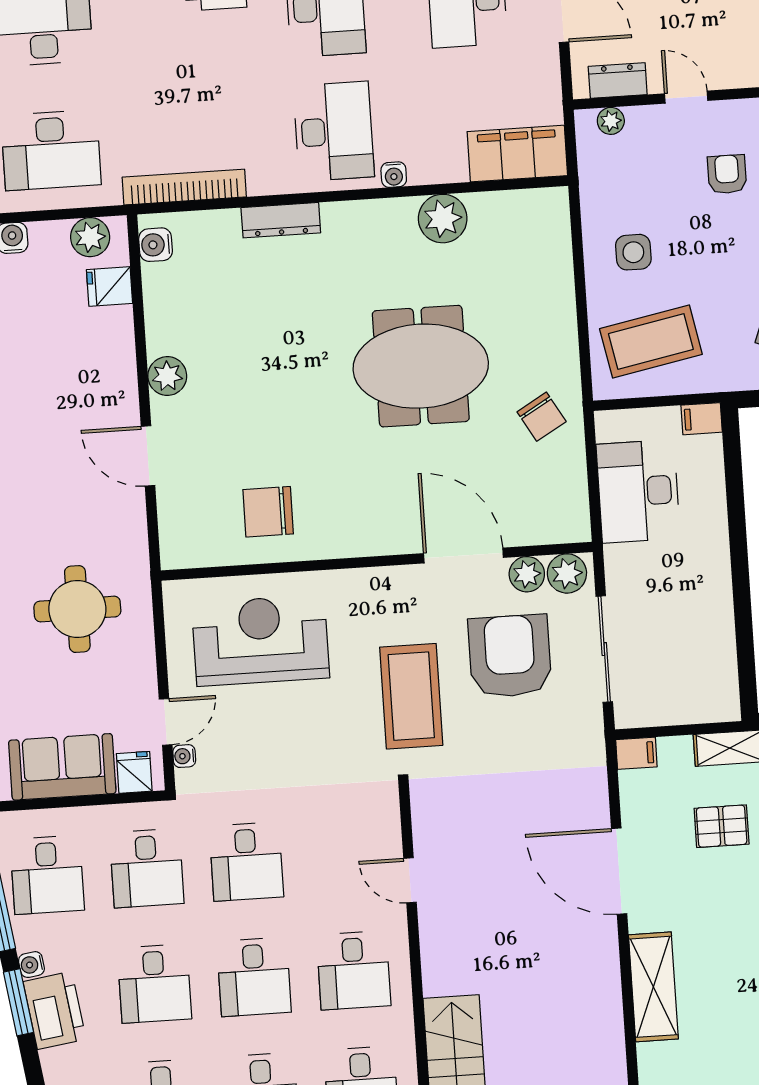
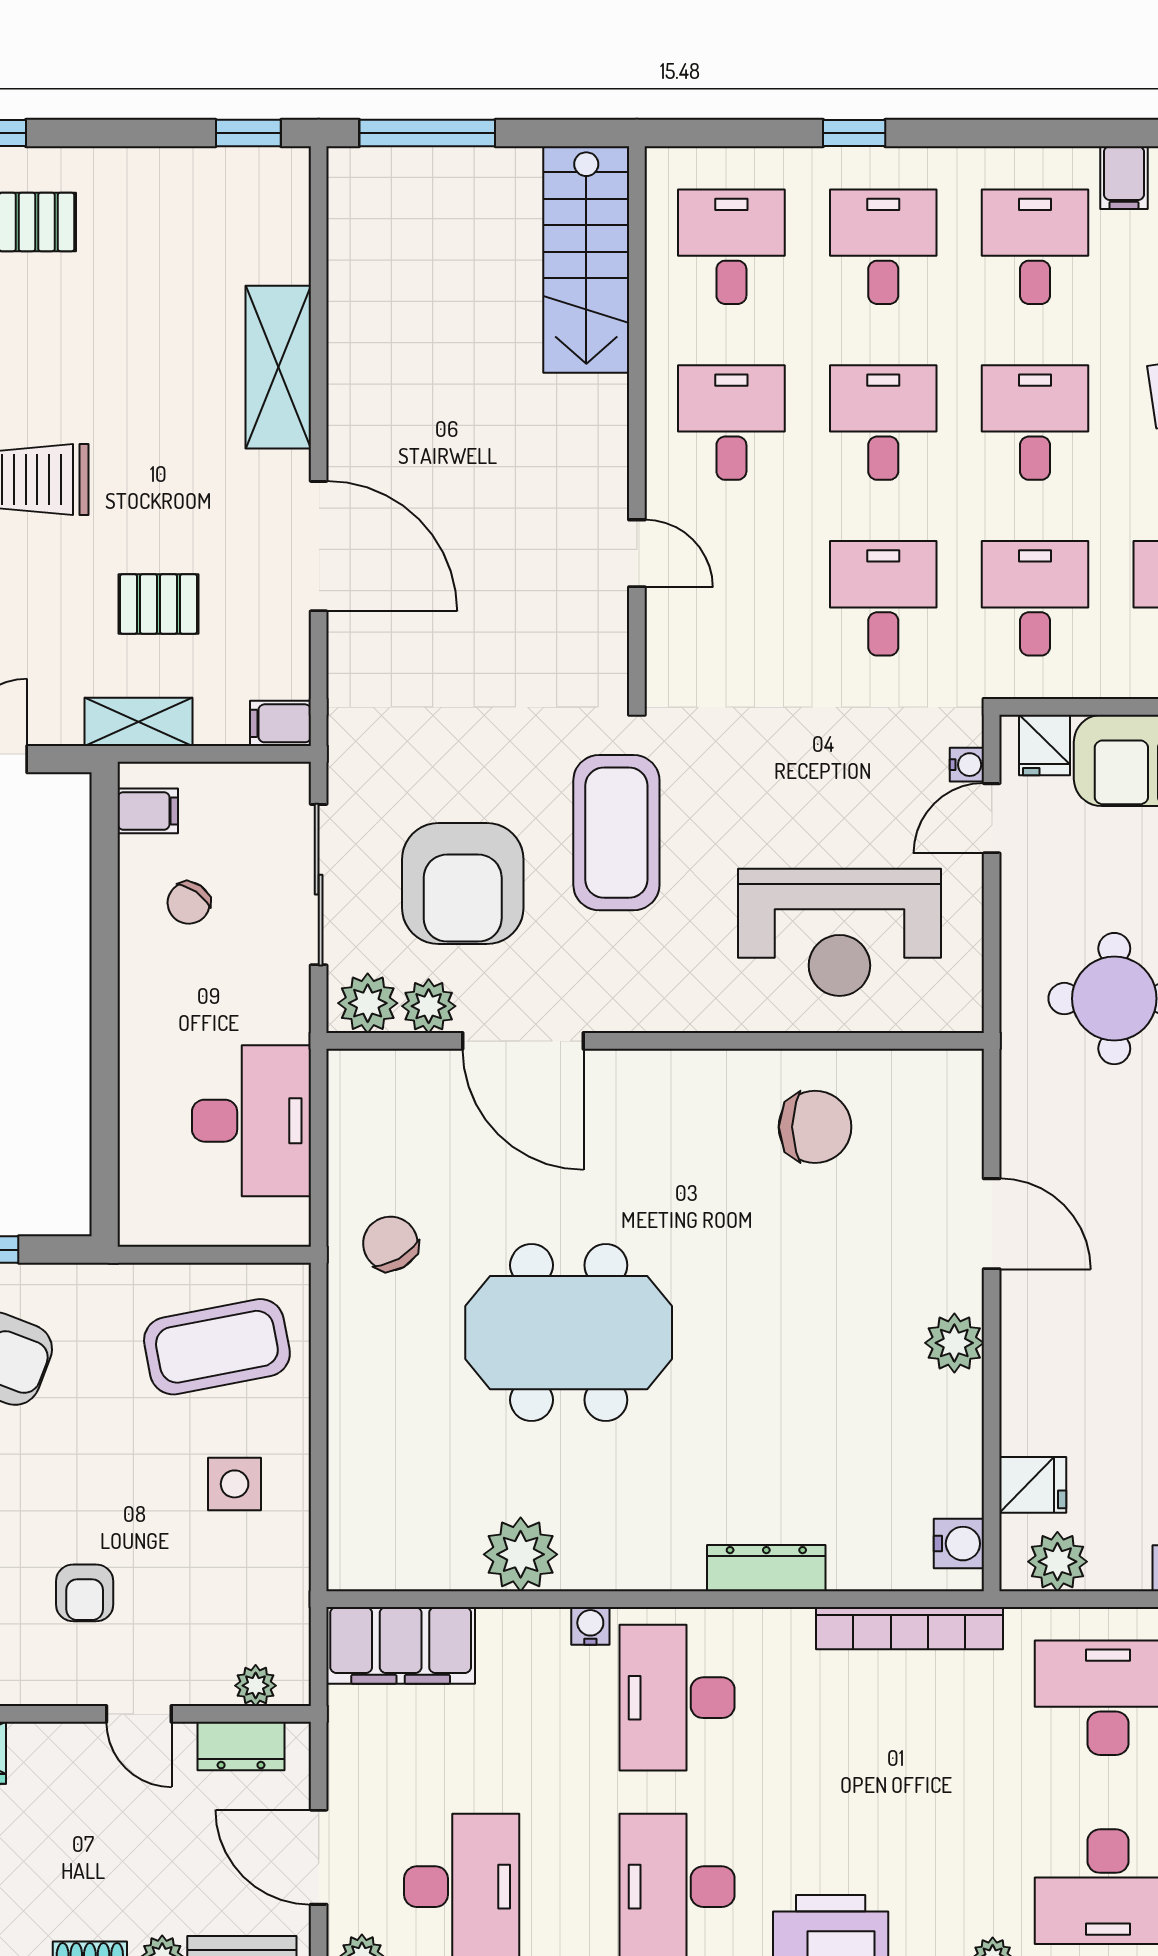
filing cabinet: (702, 419) -> (148, 811), moved
chair: (689, 631) -> (189, 903), added

